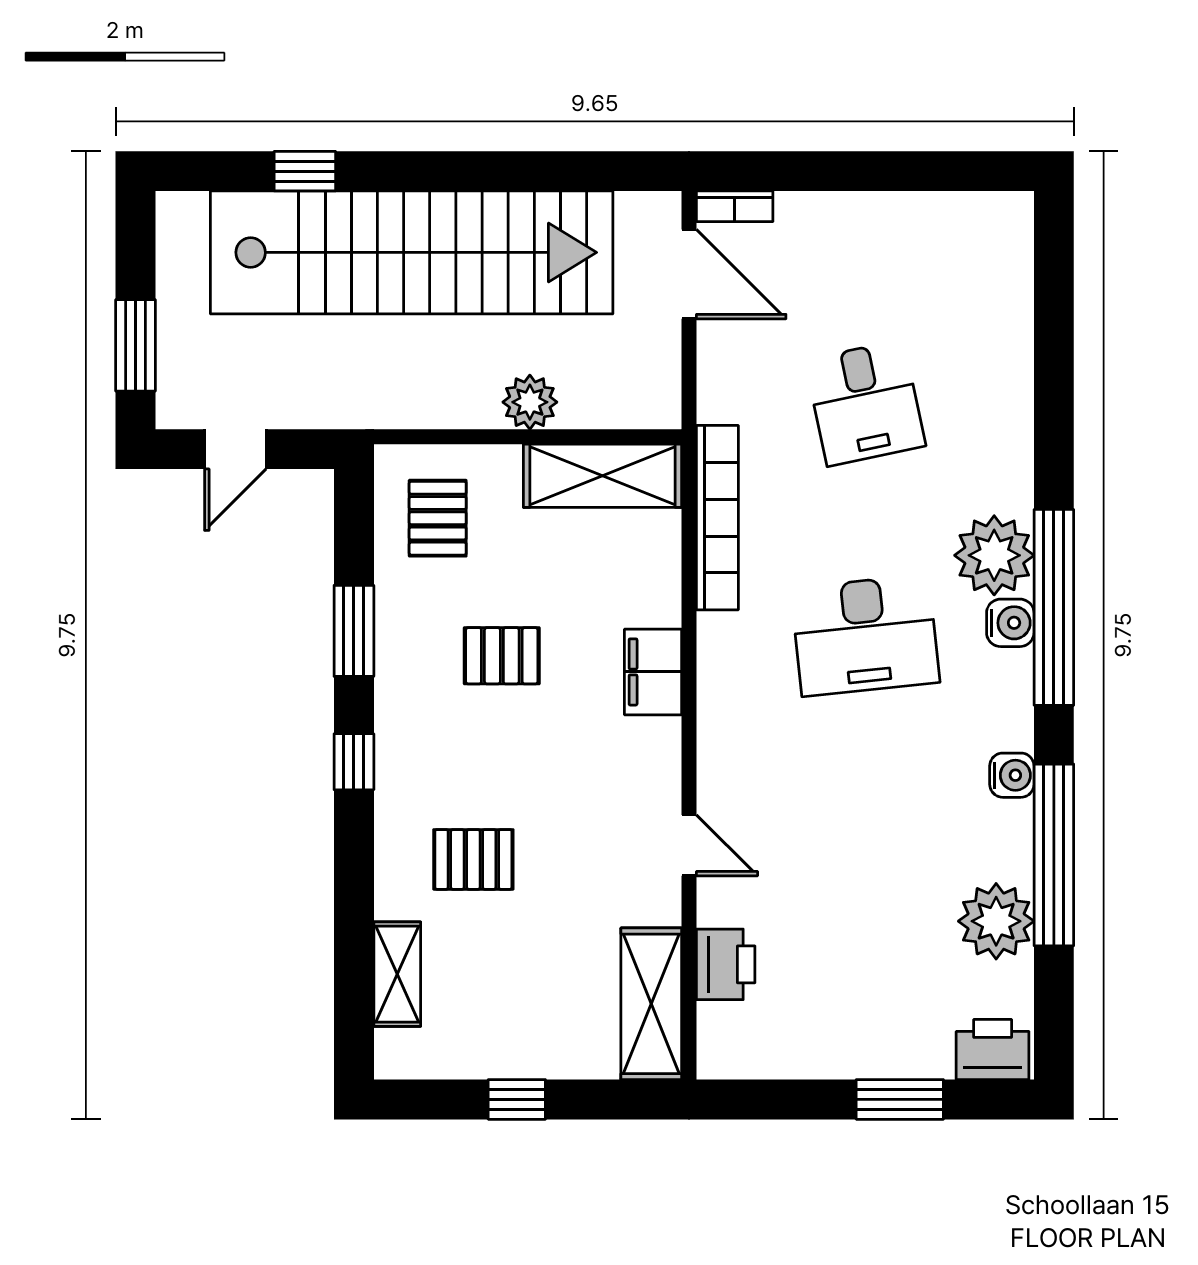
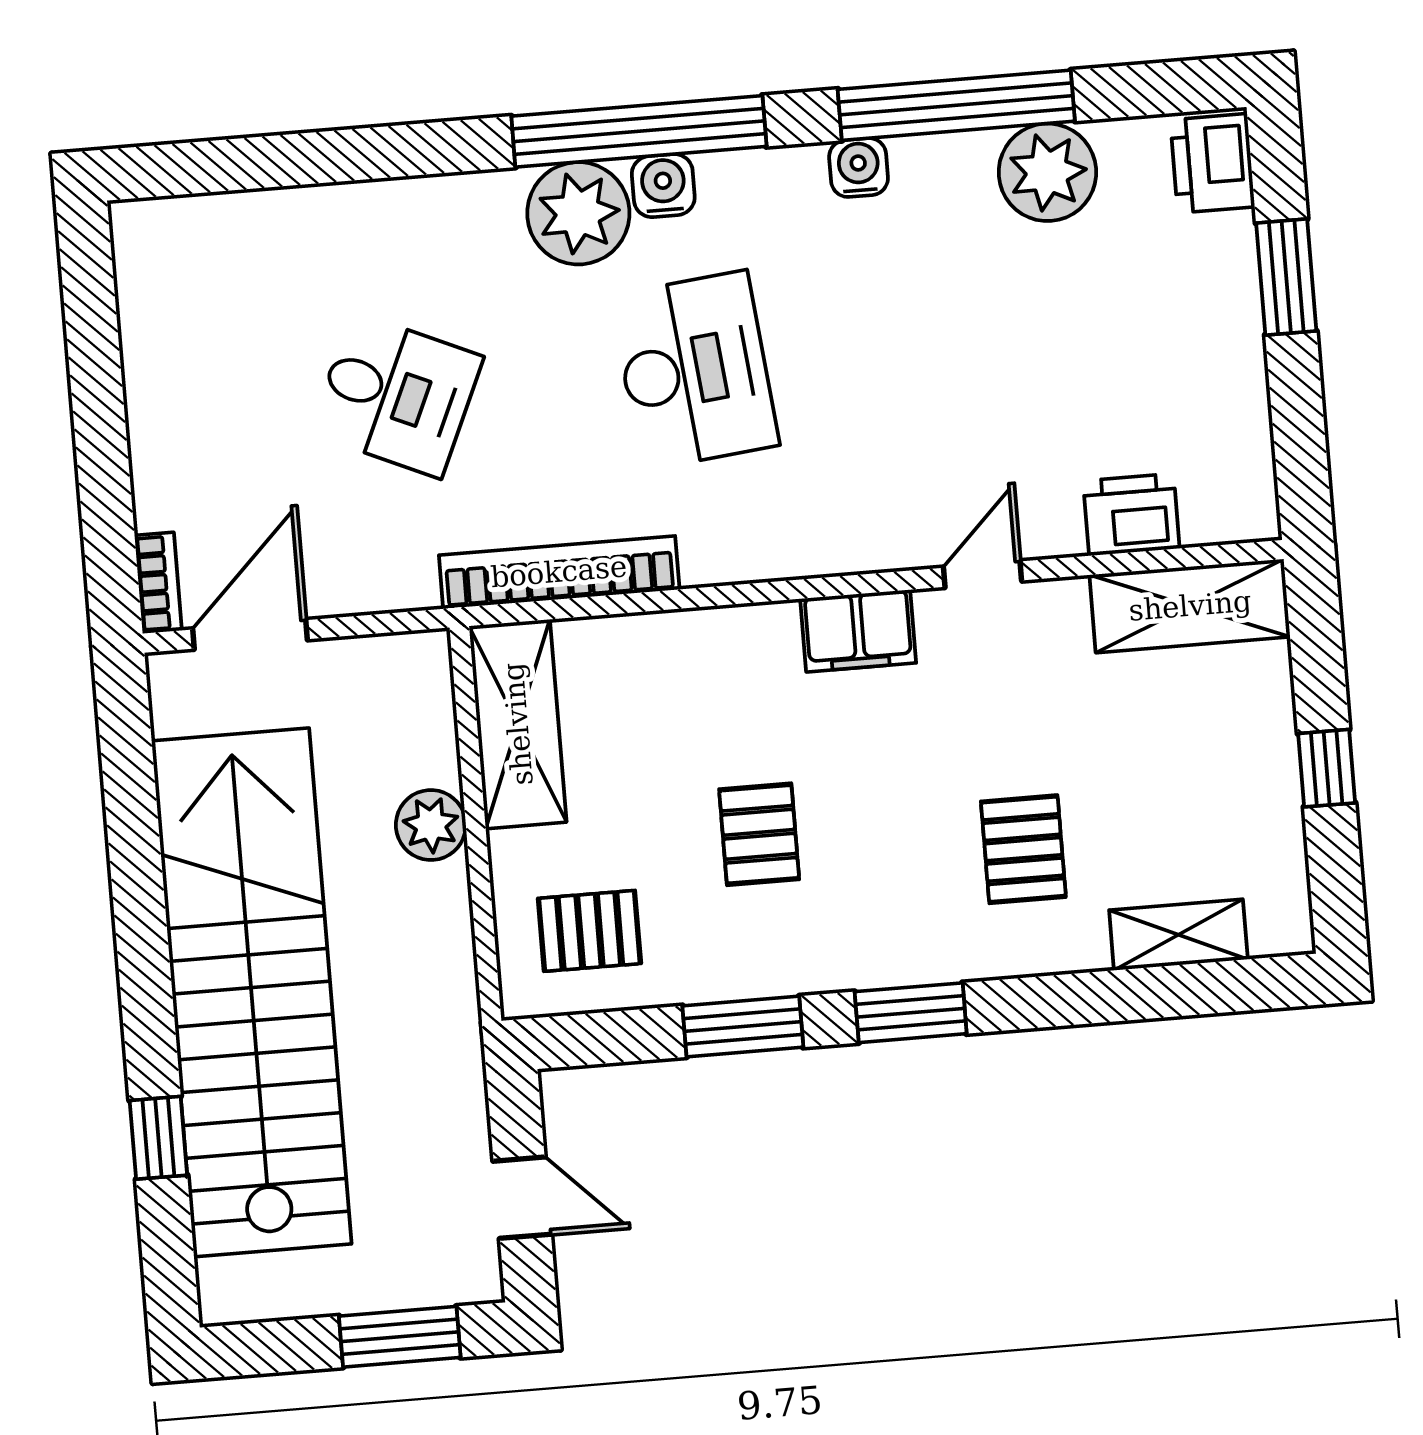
desk: (865, 403) -> (397, 395), turned 36
filing cabinet: (653, 672) -> (858, 631), moved
window: (354, 762) -> (911, 1013), width x1.50

